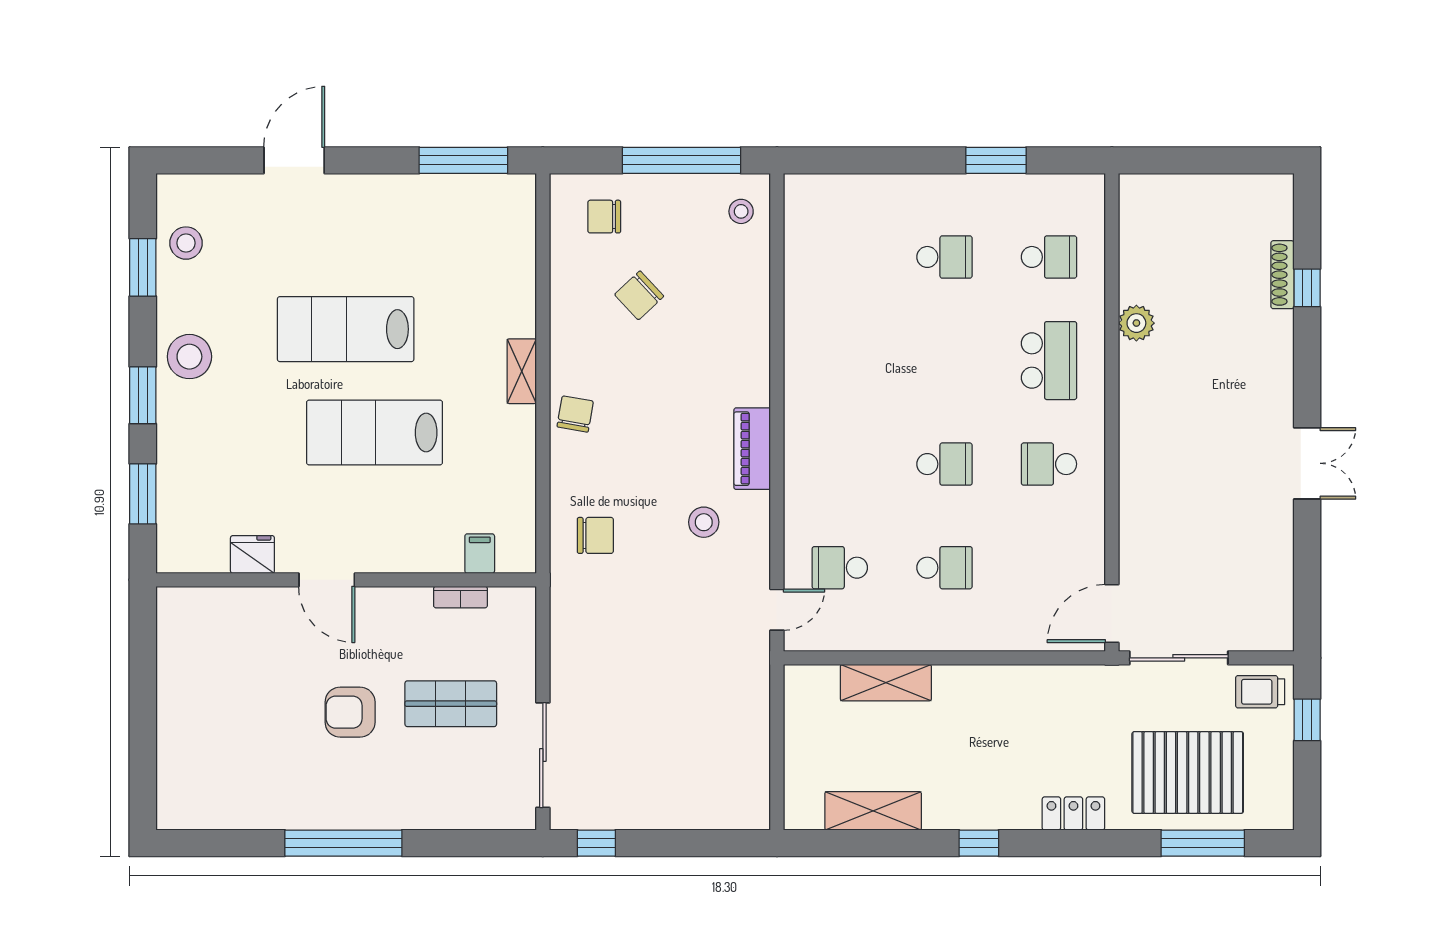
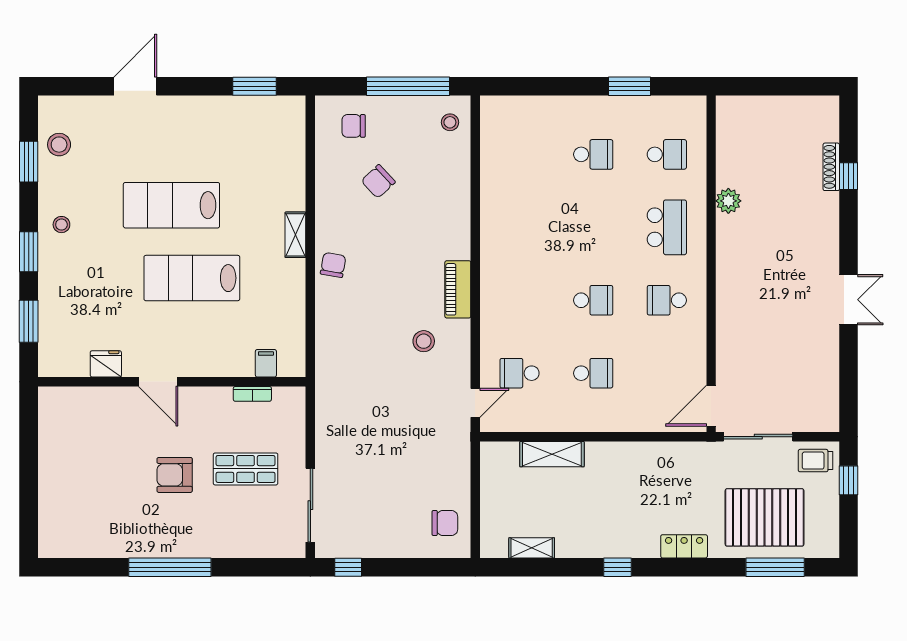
window: (463, 160) -> (254, 86), width x0.69
stool: (189, 357) -> (61, 225), width x0.53, depth x0.53
chair: (595, 535) -> (445, 523), moved
shelving: (873, 811) -> (532, 548), width x0.67, depth x0.75

